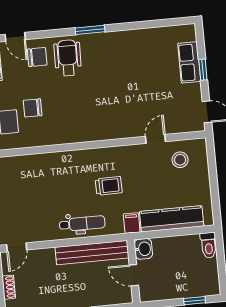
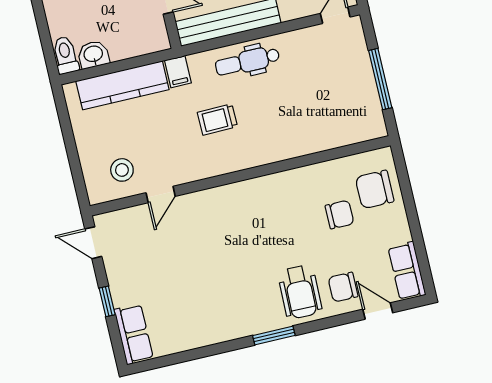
row of seats: (189, 62) -> (134, 334), moved
washbasin: (143, 249) -> (93, 55), moved, turned 90

